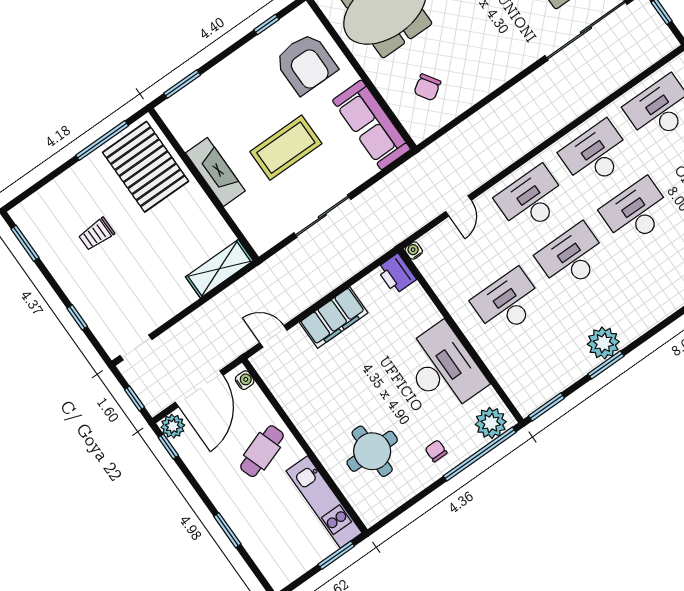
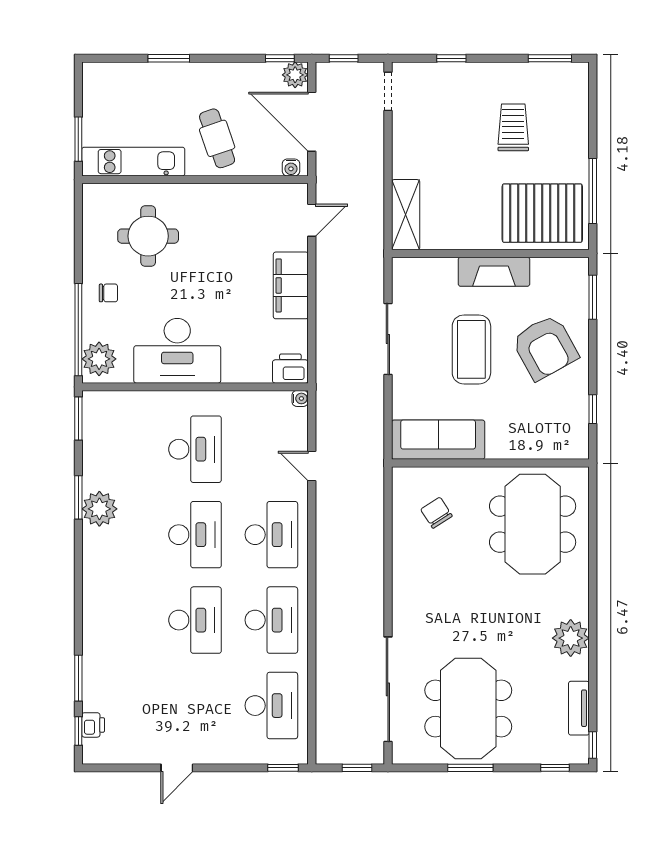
armchair: (306, 64) -> (545, 347), moved, turned -119
trolley: (96, 234) -> (513, 127), width x1.36, depth x1.39

